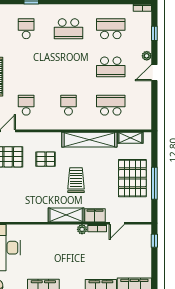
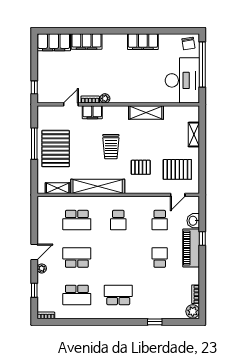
school desk: (26, 29) -> (160, 258), moved, turned 180
shelving: (66, 215) -> (146, 113), moved

